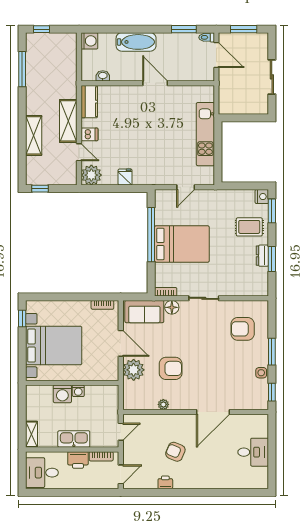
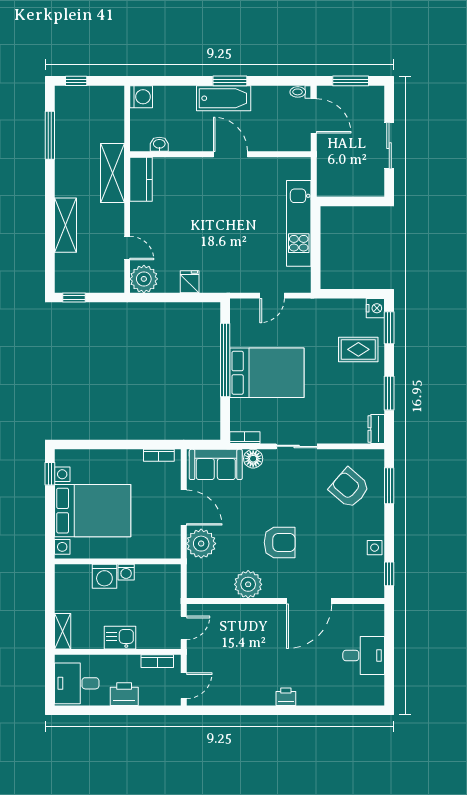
window: (184, 29) -> (230, 81), moved
bathtub: (136, 42) -> (224, 98), moved
shelving: (68, 121) -> (112, 173), moved
dishwasher: (89, 134) -> (141, 224), removed
dresser: (262, 256) -> (376, 429), moved
armchair: (243, 329) -> (349, 488), turned 41
window: (272, 352) -> (389, 486), moved
armchair: (171, 368) -> (280, 542), moved
plant: (163, 404) -> (248, 584), width x1.87, depth x1.87
kitchen sink: (74, 439) -> (120, 638), width x0.73
armchair: (175, 452) -> (258, 655), removed
printer: (78, 460) -> (124, 694), moved, turned 180
printer: (165, 482) -> (286, 697), moved

